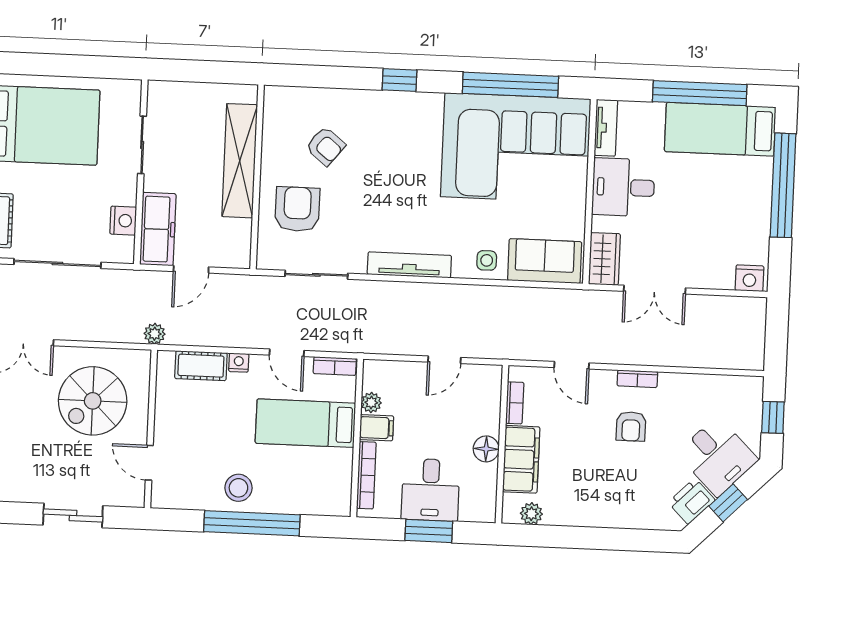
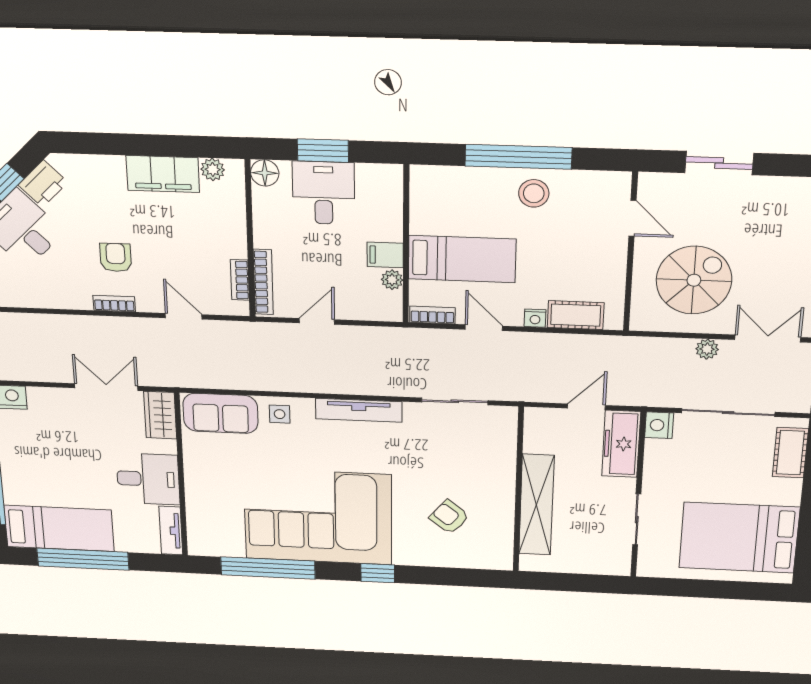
corner sofa: (516, 148) -> (318, 517), moved
armchair: (297, 209) -> (476, 461), removed
nightstand: (123, 221) -> (659, 425), moved
plant: (155, 334) -> (707, 349), moved
floor lamp: (486, 449) -> (265, 173), moved
filing cabinet: (521, 459) -> (163, 174), moved, turned -90
bookcase: (366, 475) -> (263, 282), moved, turned 180

